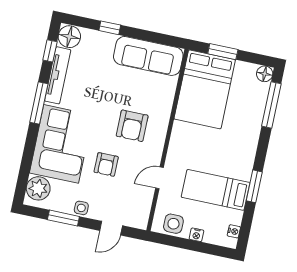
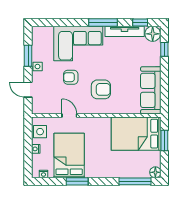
window: (110, 28) -> (164, 49), moved
armchair: (132, 126) -> (101, 89), turned 180
plant: (38, 188) -> (45, 34), removed
bed: (216, 190) -> (69, 155), width x1.50

